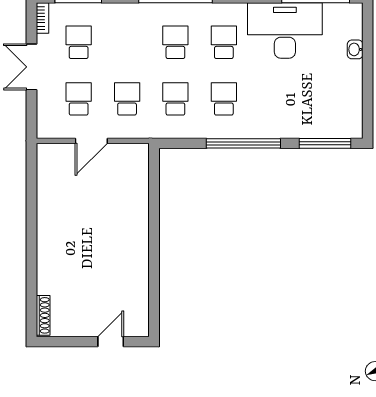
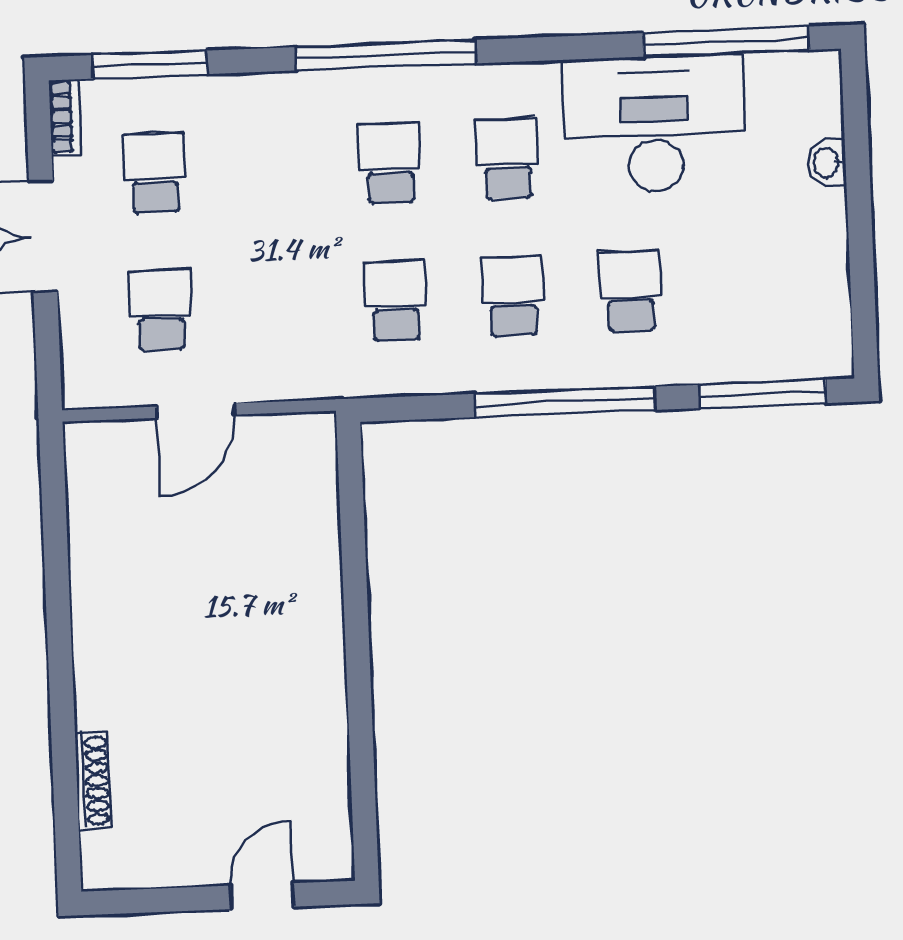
school desk: (127, 99) -> (630, 291), moved
shoe rack: (43, 315) -> (93, 781), moved

